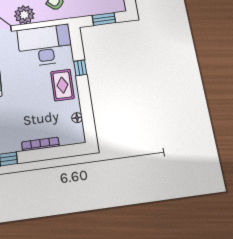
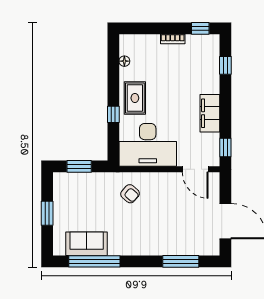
plant: (24, 15) -> (166, 183), removed
bookcase: (40, 144) -> (173, 39), width x0.64

